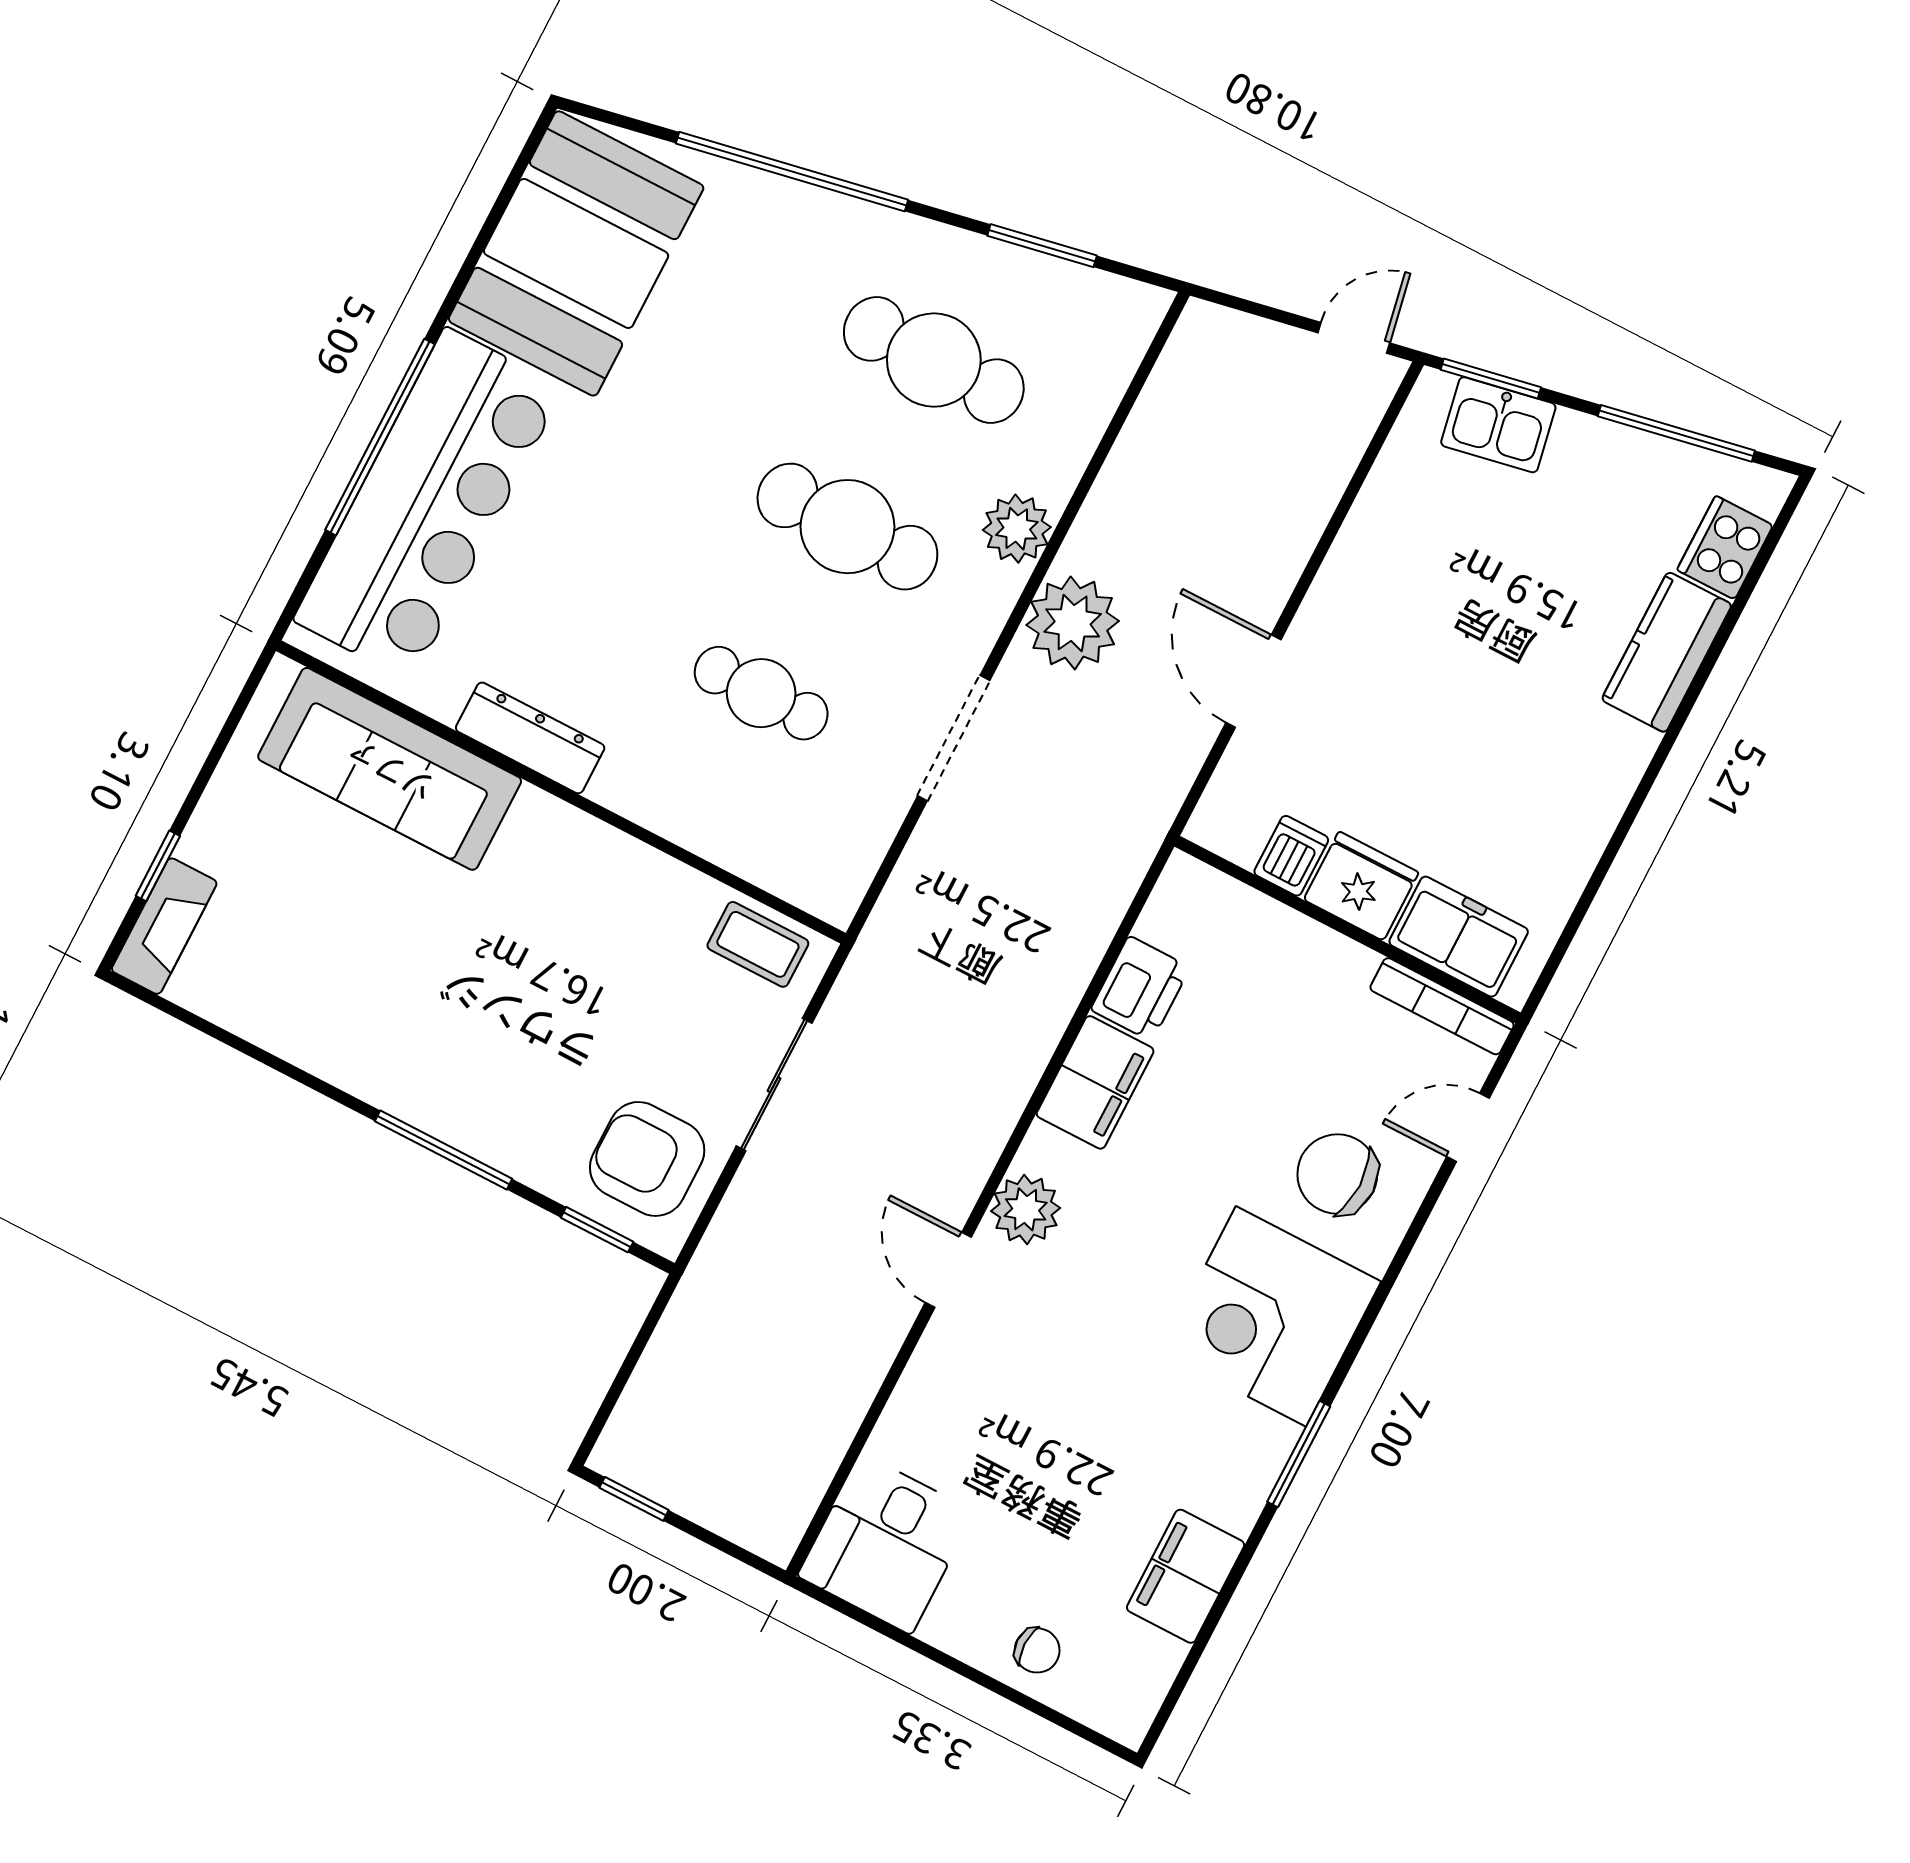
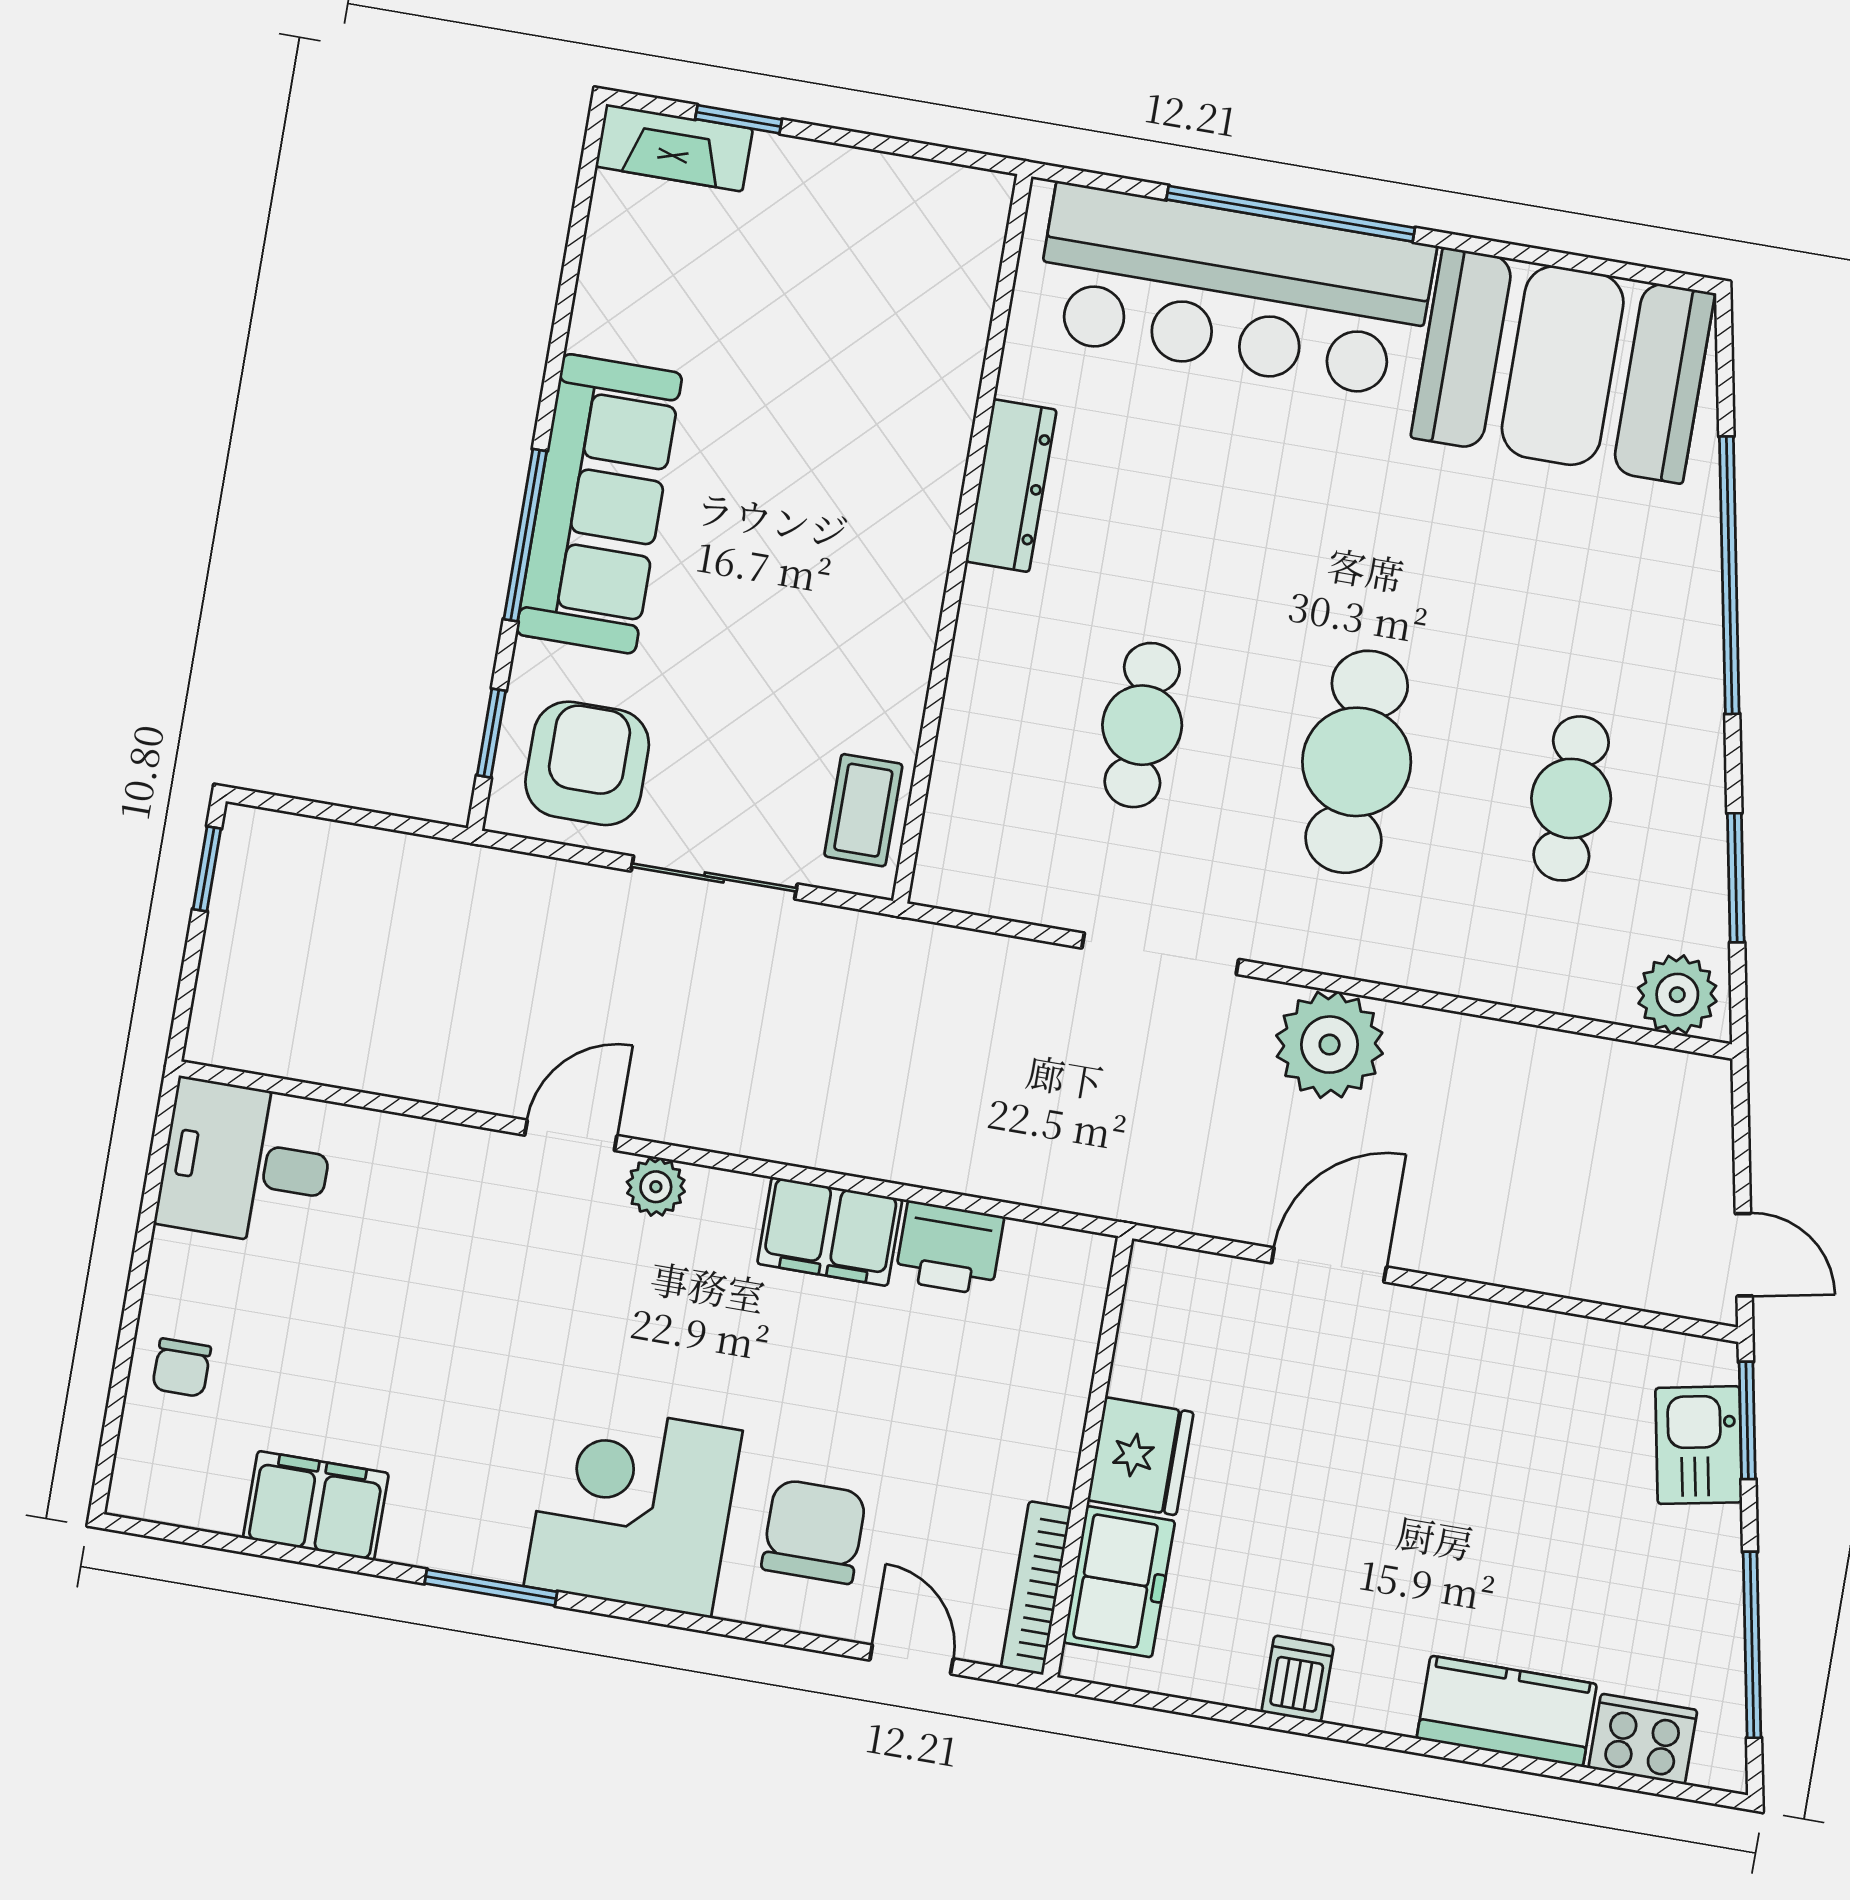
cafe table: (934, 360) -> (1571, 798), width x0.73, depth x0.74
plant: (1017, 529) -> (1677, 995), moved
sofa: (390, 769) -> (599, 504), moved, turned 180
dishwasher: (1291, 856) -> (1298, 1679), moved, turned -90
plant: (1026, 1209) -> (656, 1187), width x0.73, depth x0.73

